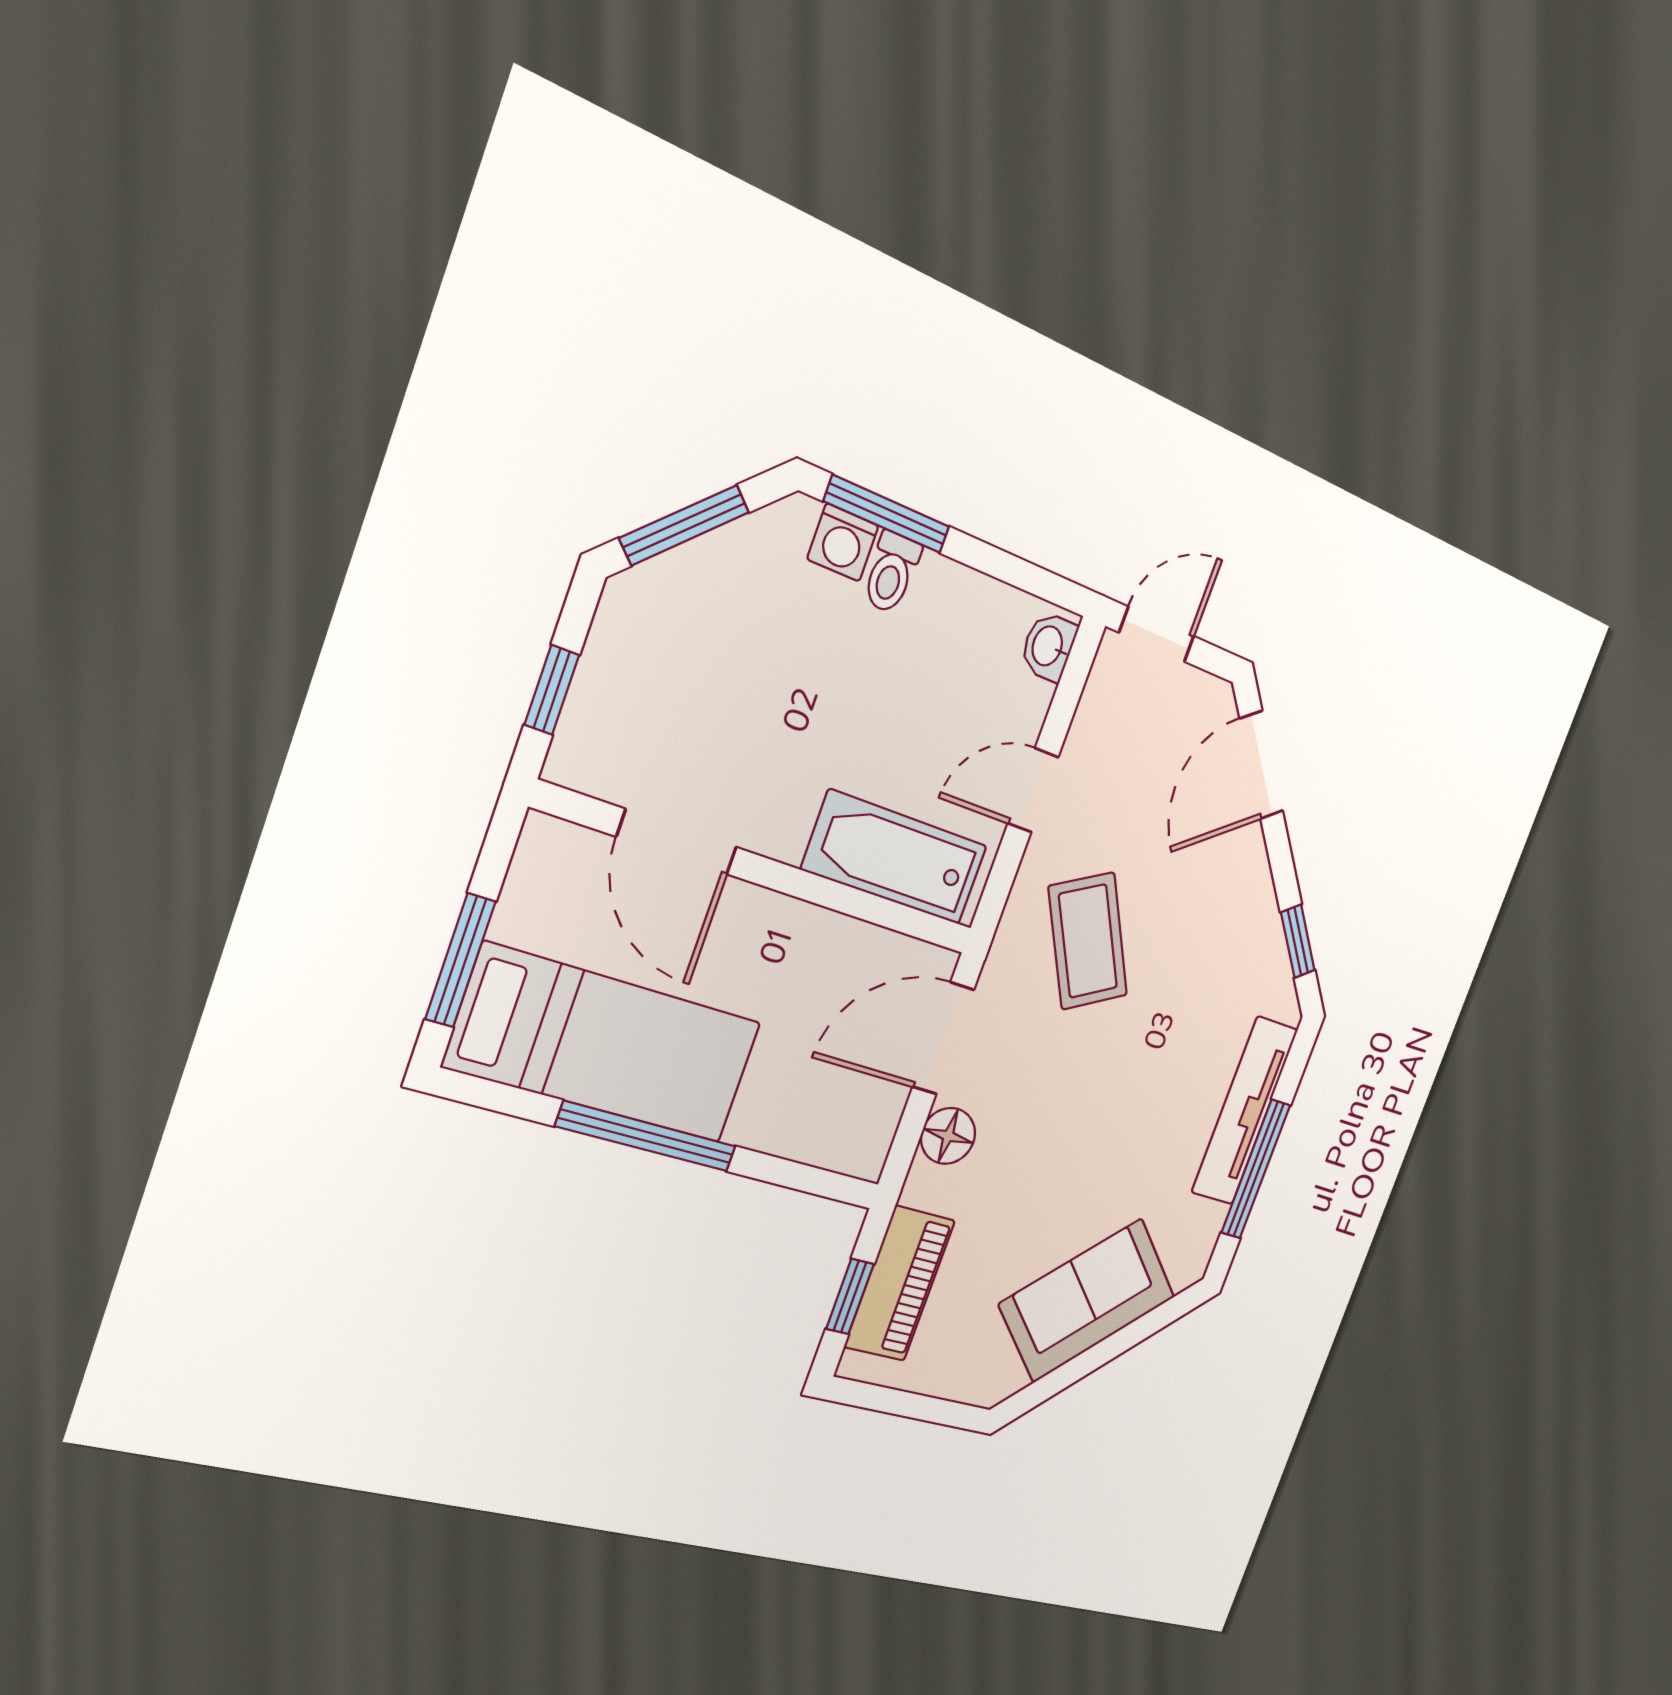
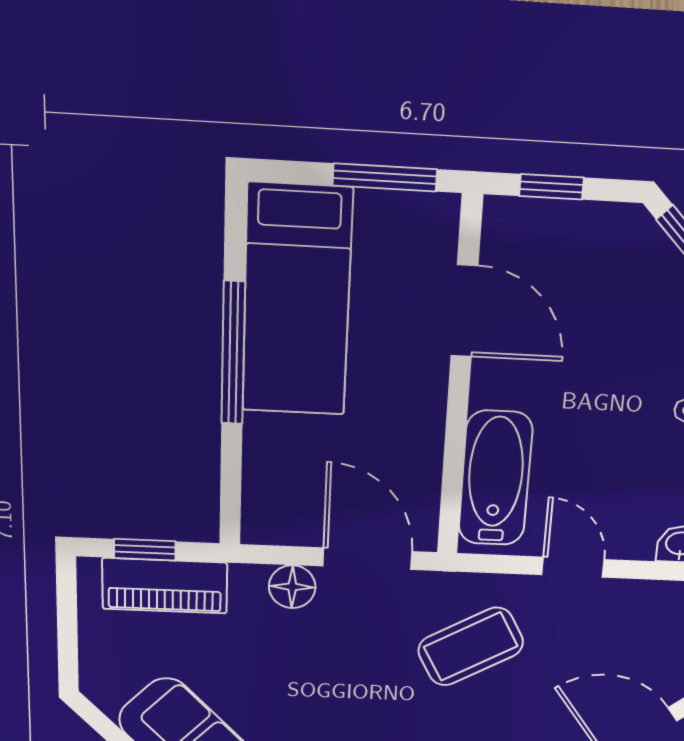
door: (677, 842) -> (464, 311), swing flipped
window: (460, 960) -> (385, 177), moved

